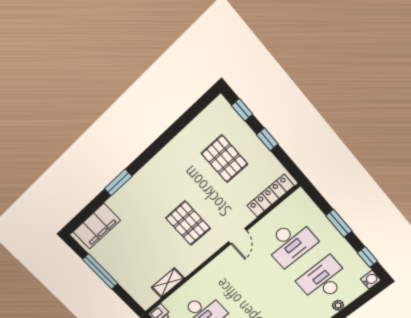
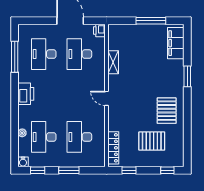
window: (267, 139) -> (129, 170), moved
pallet: (188, 223) -> (167, 111), moved, turned 90
door: (238, 236) -> (107, 98), moved
desk: (323, 280) -> (44, 137), turned 180
shelving: (168, 283) -> (113, 62), moved

